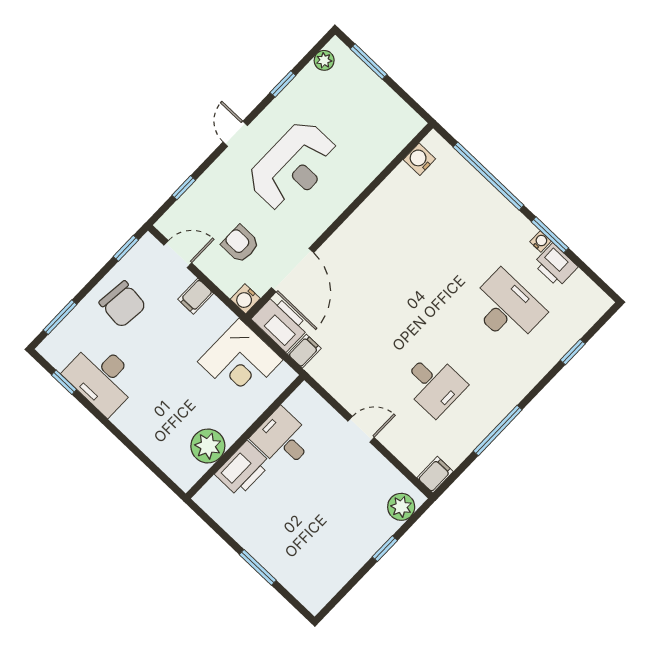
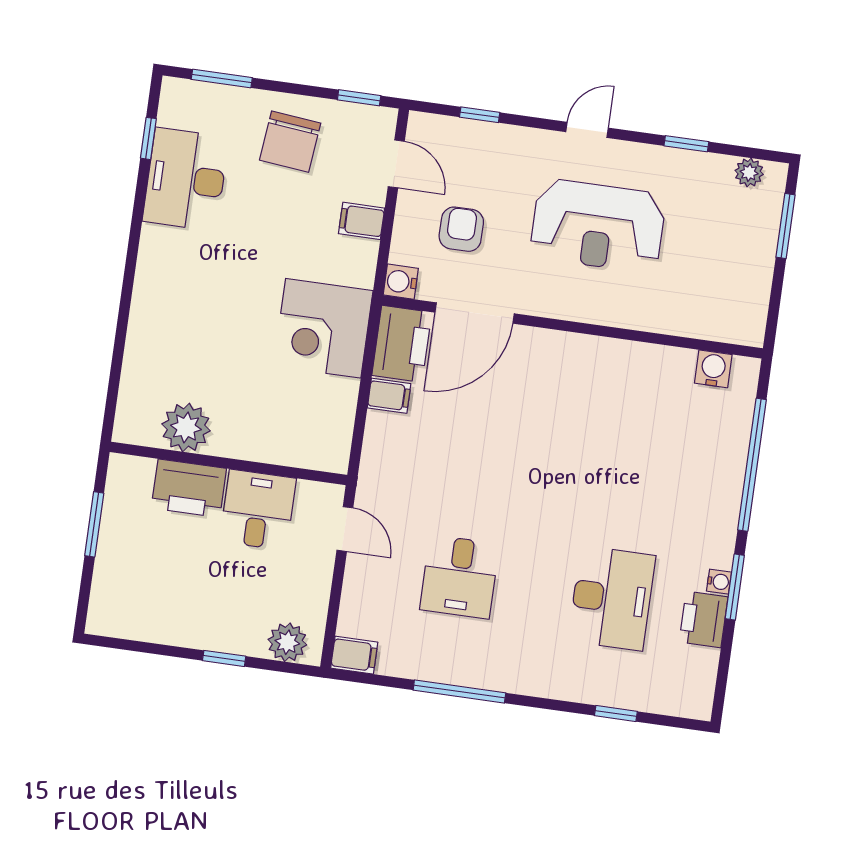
wall: (245, 437) -> (228, 463), moved
desk: (283, 439) -> (258, 510), moved
plant: (208, 446) -> (186, 427), moved
printer: (243, 469) -> (189, 488), moved

